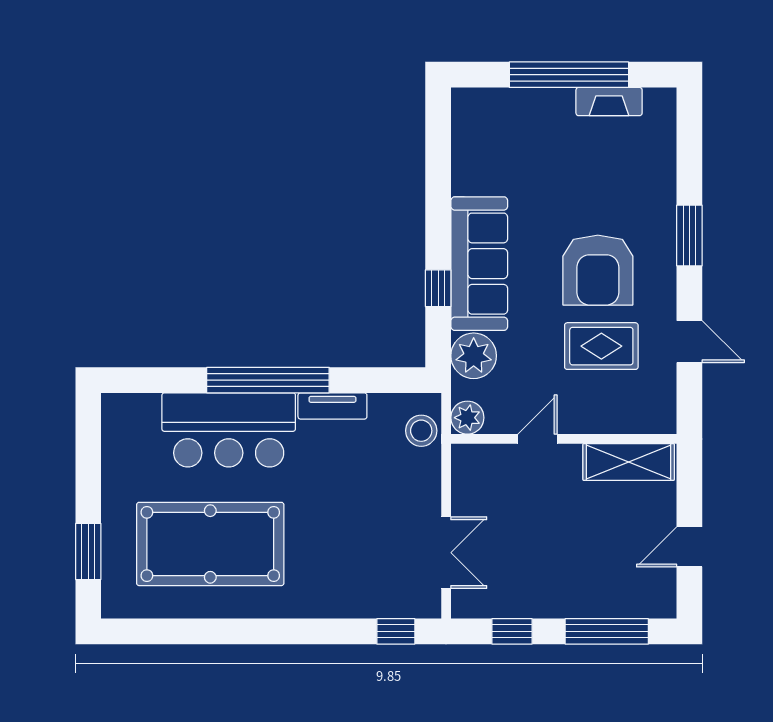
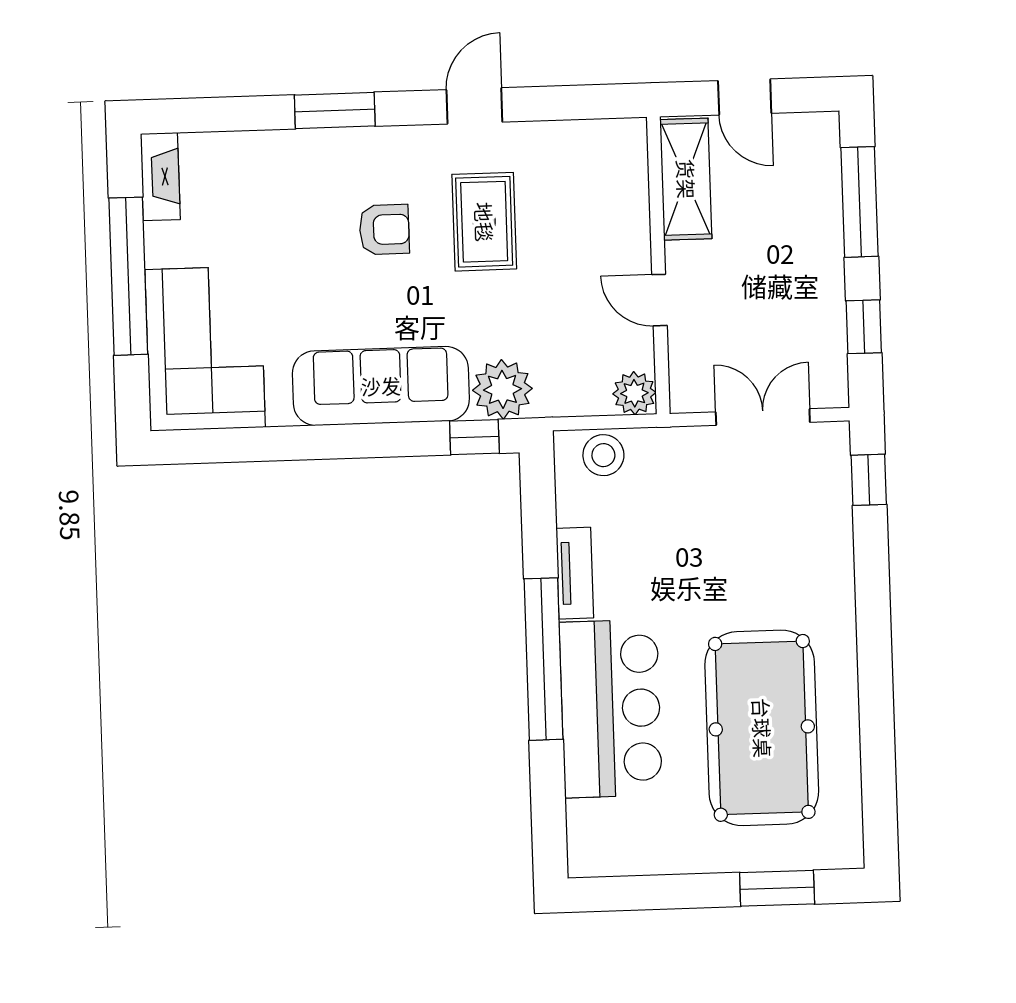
fireplace: (609, 102) -> (160, 177), moved
corner sofa: (512, 131) -> (205, 348), added
armchair: (598, 270) -> (384, 230), width x0.53, depth x0.53
window: (438, 288) -> (474, 437), moved
plant: (467, 418) -> (634, 393), moved
door: (537, 439) -> (659, 300), moved
wall: (564, 439) -> (658, 265), moved
shelving: (629, 462) -> (686, 179), moved

